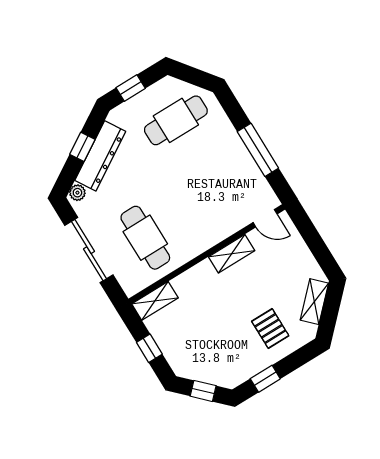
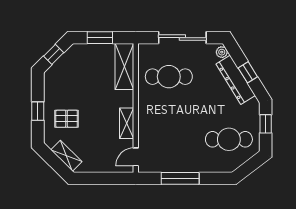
cafe table: (176, 120) -> (229, 139), turned 90
shelving: (155, 301) -> (124, 66), width x1.50, depth x1.33
window: (149, 348) -> (100, 38), width x1.50
window: (265, 379) -> (38, 111), moved

